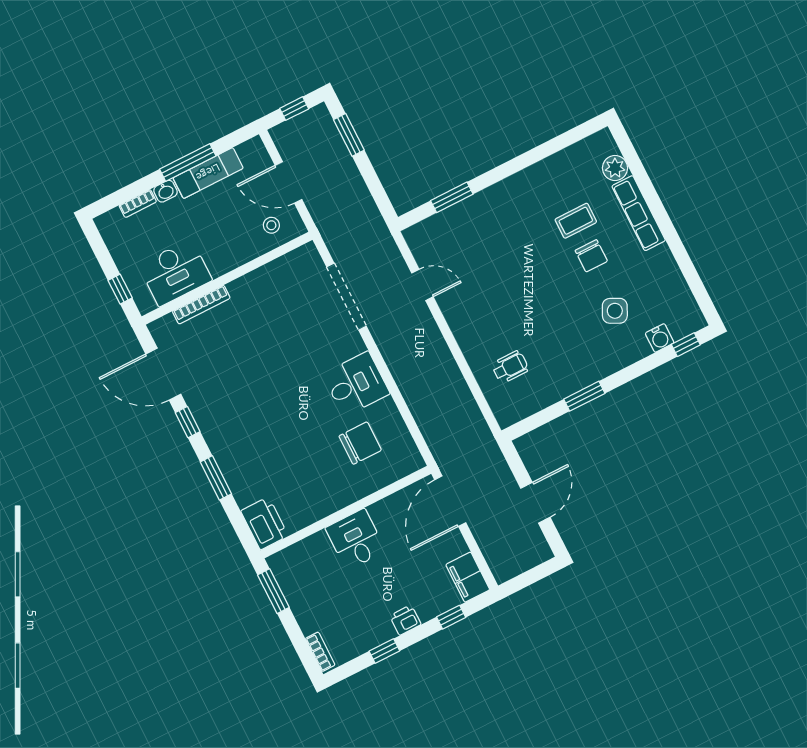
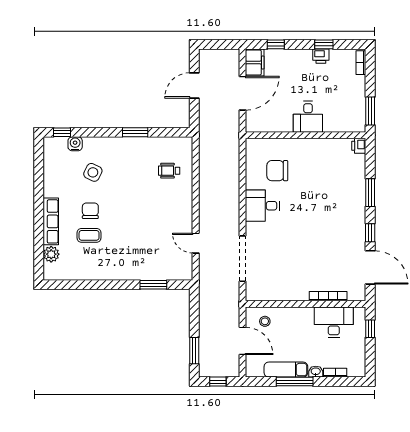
door: (450, 501) -> (243, 93), moved
printer: (264, 523) -> (359, 146), width x0.53, depth x0.68
printer: (405, 620) -> (321, 56), moved

